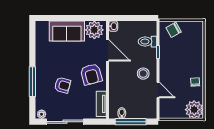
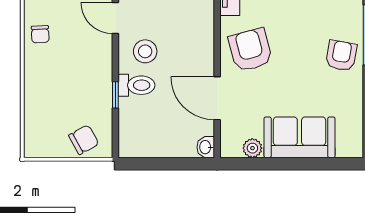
plant: (94, 30) -> (252, 148), width x0.53, depth x0.53
toilet: (147, 42) -> (137, 85), moved
armchair: (62, 85) -> (341, 56), moved, turned 85

